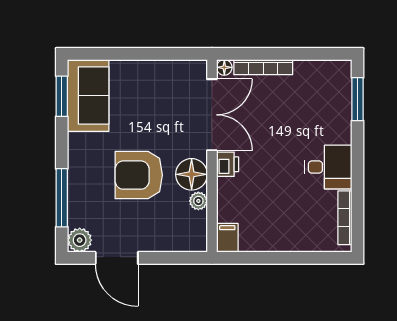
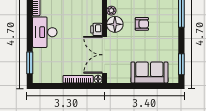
sofa: (88, 95) -> (149, 72), moved, turned 90
desk: (328, 167) -> (45, 32), width x1.37
armchair: (139, 175) -> (142, 24), width x0.53, depth x0.53

